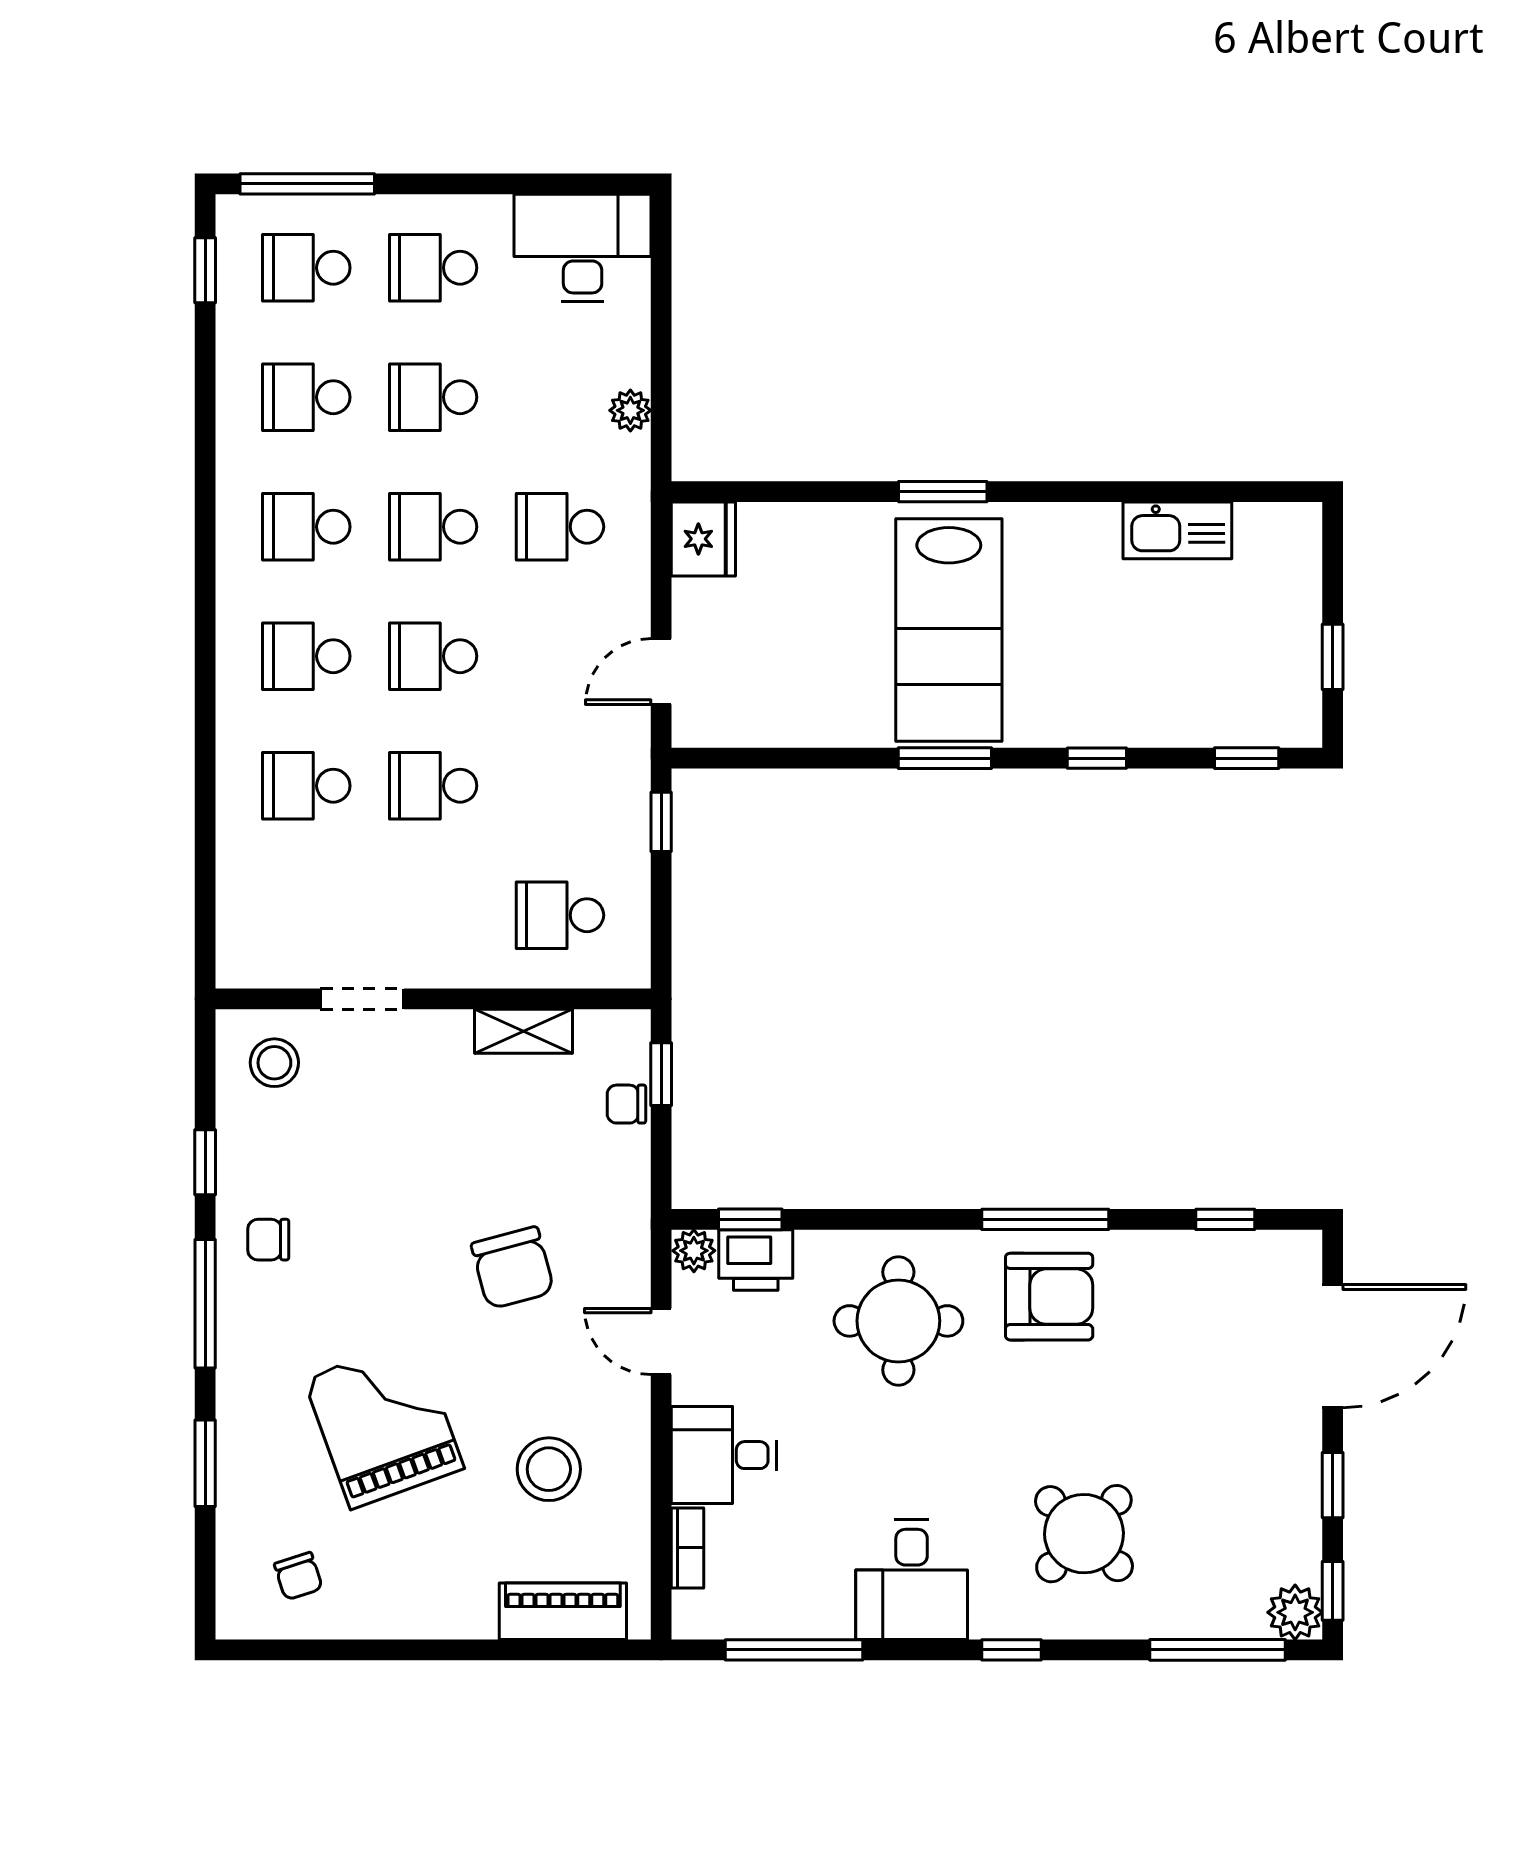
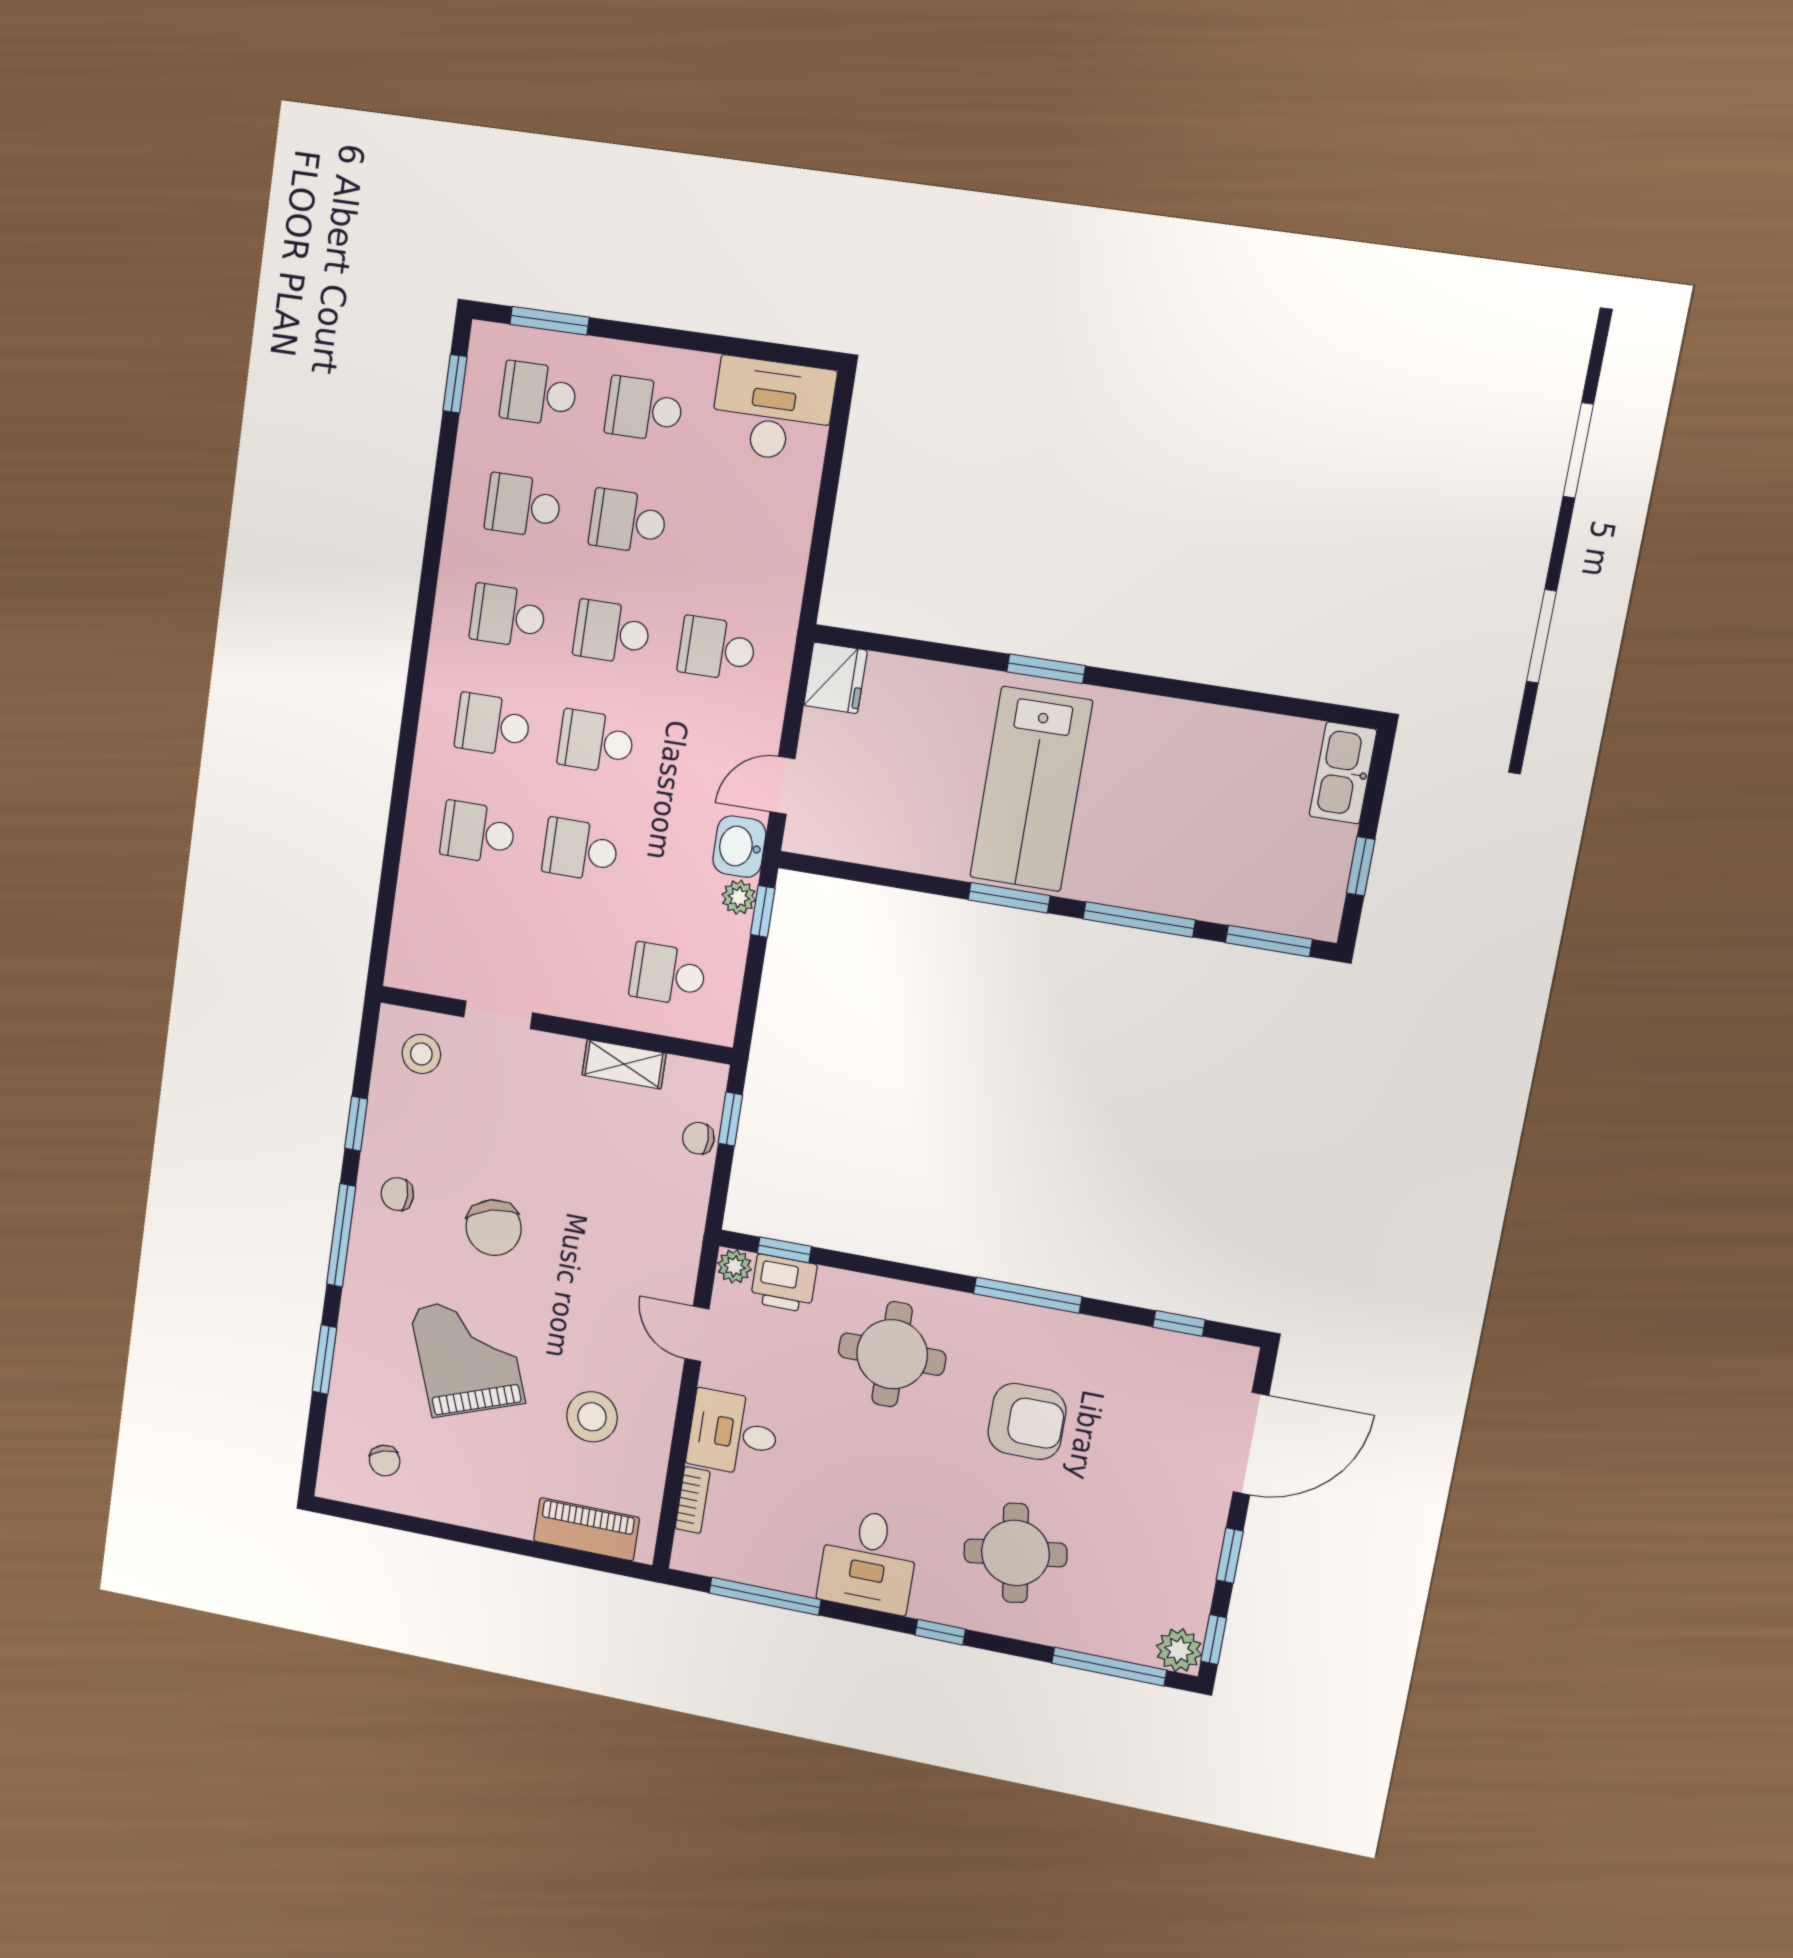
window: (307, 184) -> (550, 321), width x0.69
plant: (630, 410) -> (739, 897), moved
kitchen sink: (1177, 530) -> (1343, 773), moved, turned 90
washbasin: (622, 751) -> (739, 847), added
window: (1097, 758) -> (1139, 919), width x2.17
window: (1247, 758) -> (1269, 941), width x1.50
chair: (513, 1268) -> (494, 1228), moved
armchair: (1049, 1297) -> (1027, 1421), moved
round table: (1084, 1534) -> (1015, 1553), turned 37

